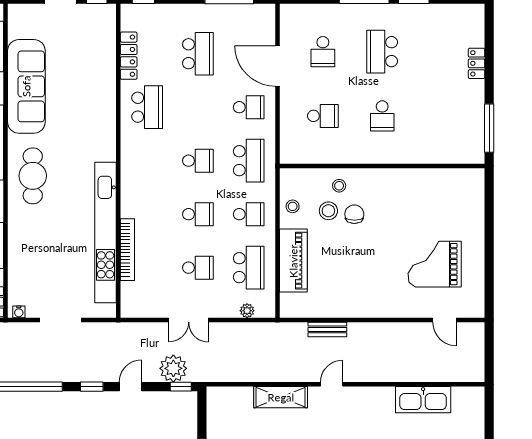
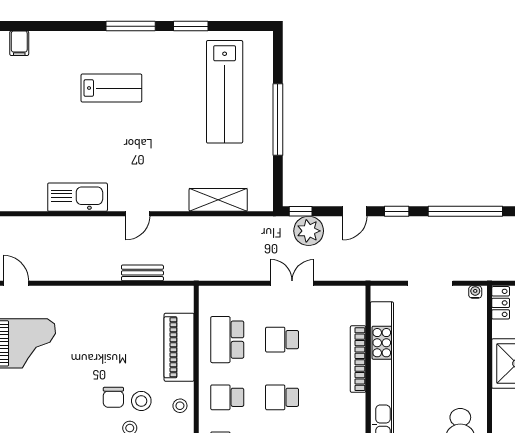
plant: (247, 311) -> (229, 293), removed
shelving: (281, 397) -> (218, 200), moved
kitchen sink: (423, 400) -> (78, 197), moved

